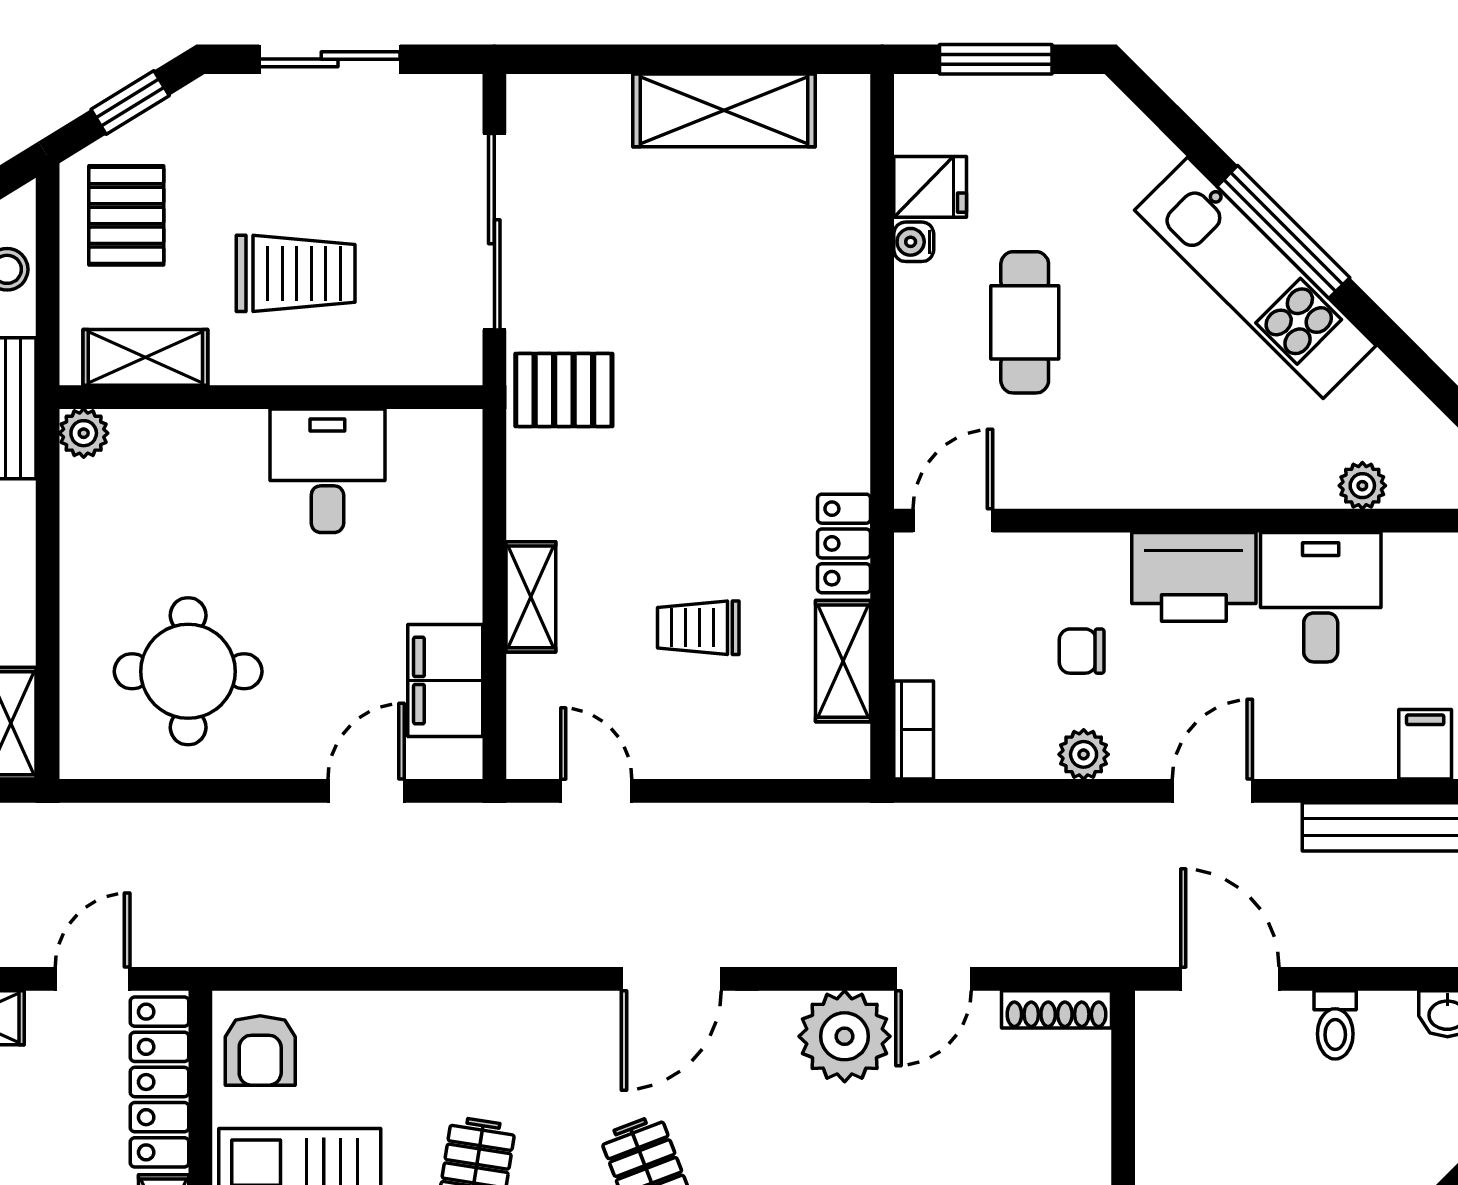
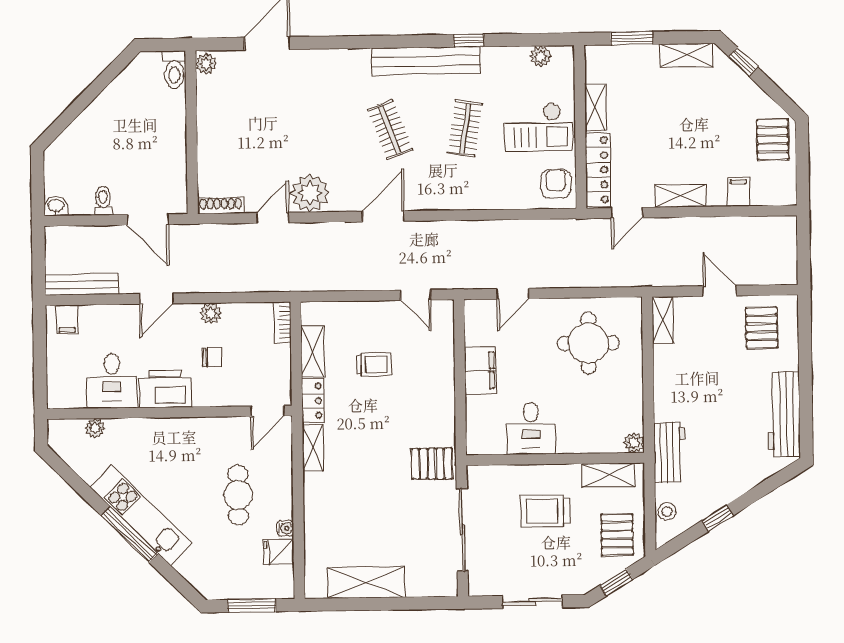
shelving: (531, 597) -> (313, 448), moved
filing cabinet: (445, 680) -> (481, 370), moved

